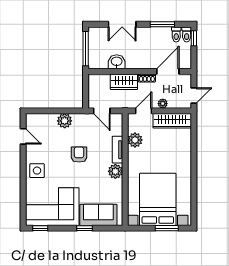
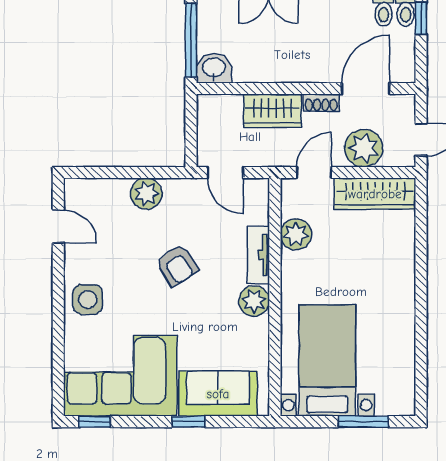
washbasin: (117, 62) -> (214, 68), moved
plant: (163, 104) -> (364, 148), width x1.88, depth x1.88
armchair: (79, 155) -> (177, 265), turned 148
bed with nightstands: (158, 199) -> (327, 361), width x0.73

